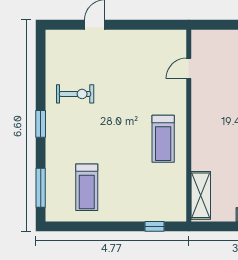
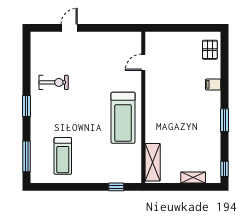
treadmill: (163, 139) -> (123, 118), width x1.37, depth x1.38

